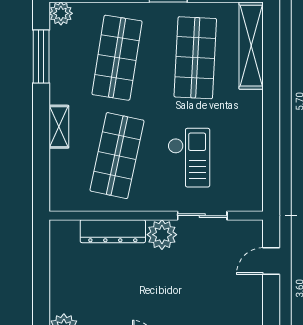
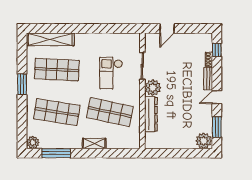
checkout: (189, 158) -> (111, 73), turned -90
door: (271, 261) -> (167, 28), hinge flipped

